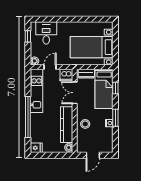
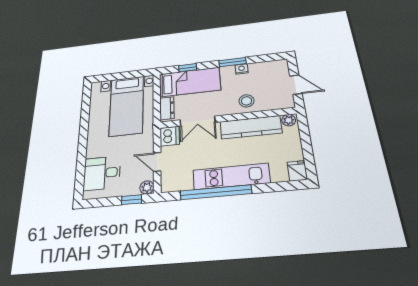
window: (28, 36) -> (132, 200), moved
kitchen unit: (36, 91) -> (231, 176), moved
window: (28, 117) -> (216, 192), moved

